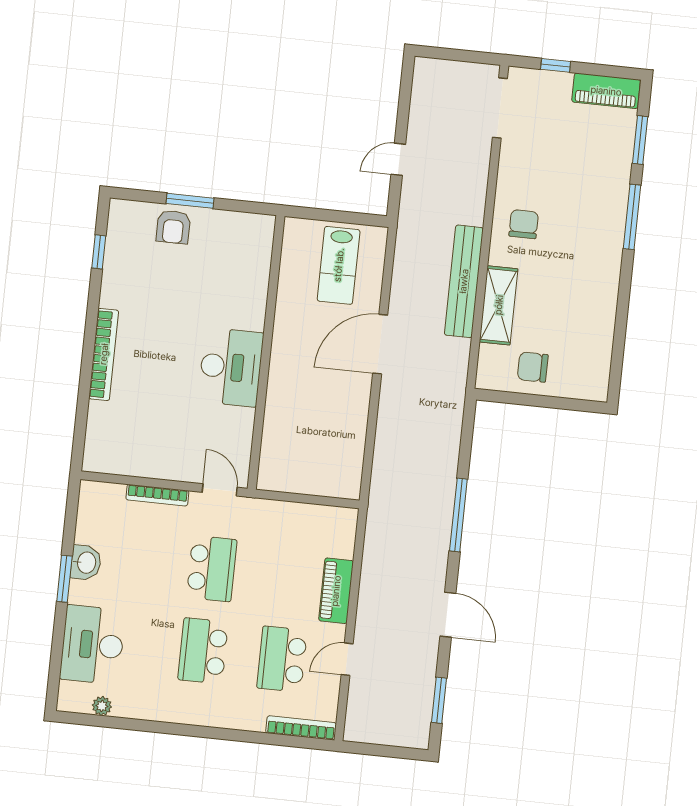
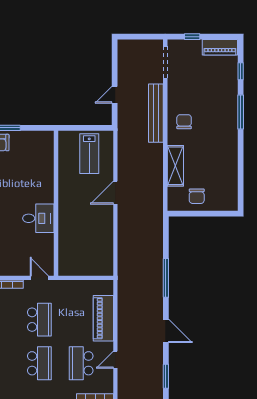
window: (640, 140) -> (241, 71), width x0.67
bench: (464, 281) -> (156, 113), moved
door: (380, 344) -> (115, 193), width x0.73
desk: (231, 367) -> (38, 218), width x0.73
chair: (533, 367) -> (197, 196), turned -90
piano: (336, 591) -> (103, 318), width x1.37, depth x1.33
school desk: (203, 651) -> (39, 363), turned 180

